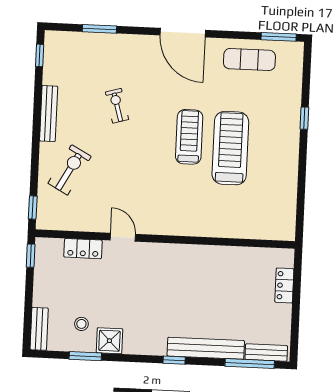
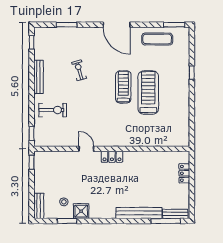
exercise bike: (70, 170) -> (53, 110), turned 61
locker: (83, 249) -> (112, 157), moved
window: (174, 360) -> (120, 221), removed

